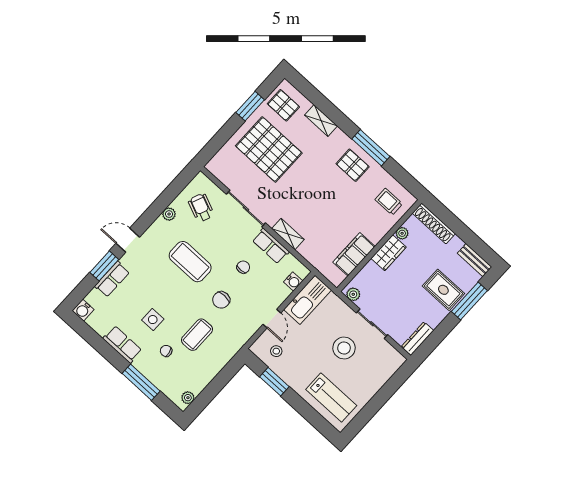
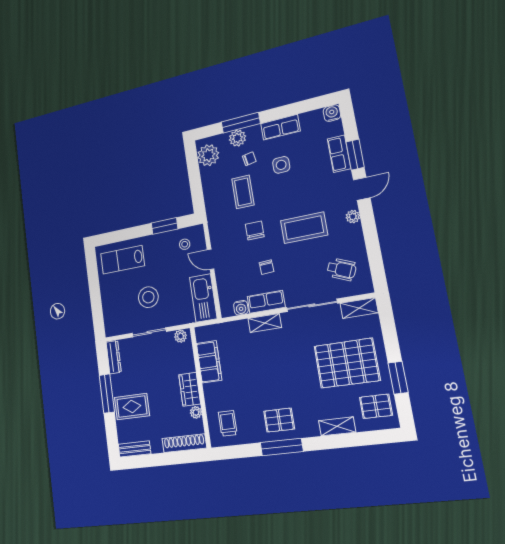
shelving: (221, 172) -> (359, 308), added
trolley: (389, 202) -> (228, 423), turned -90
plant: (169, 214) -> (353, 217), moved
water cooler: (293, 281) -> (241, 308), moved, turned -90
window: (469, 301) -> (107, 394), moved
plant: (156, 375) -> (237, 138), added
plant: (188, 398) -> (208, 155), width x1.87, depth x1.87

